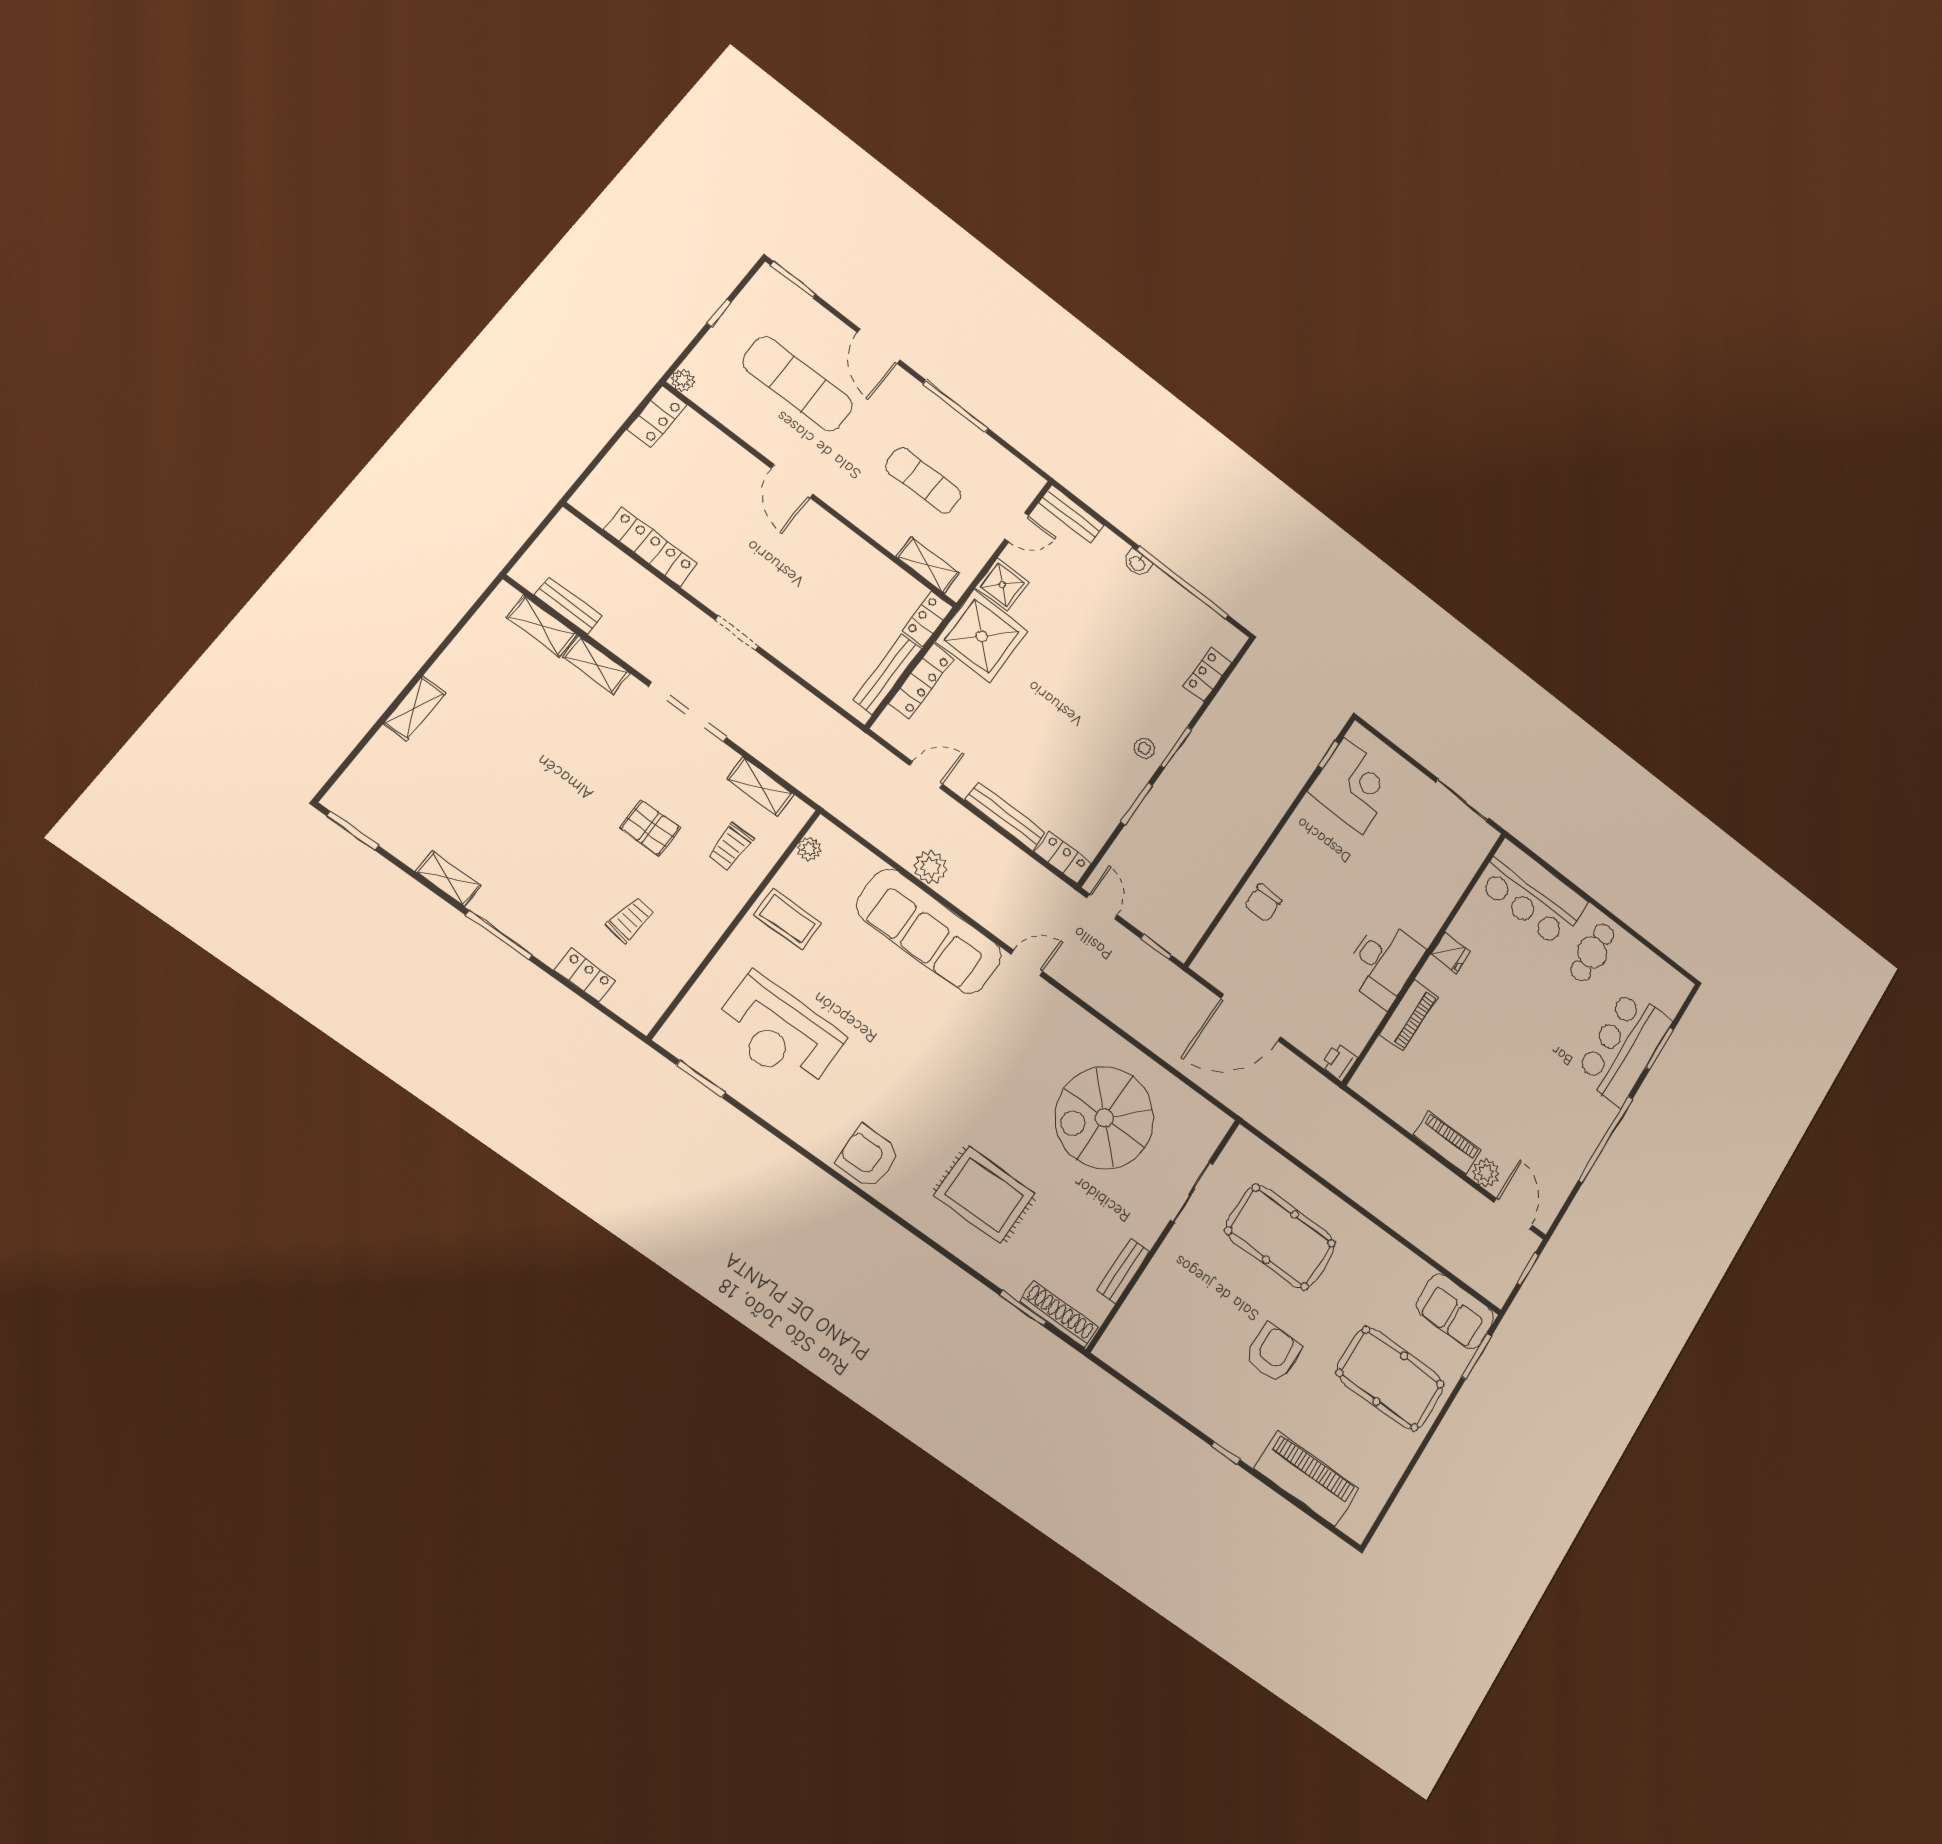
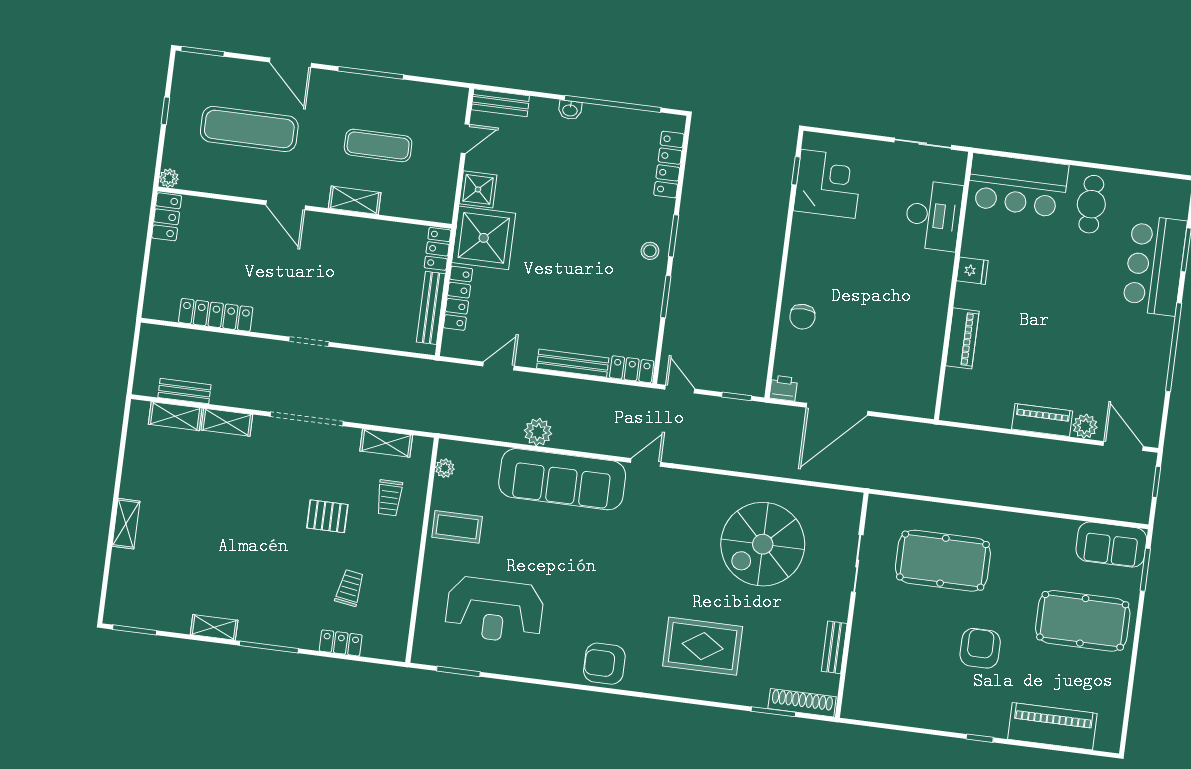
shelving: (928, 565) -> (355, 200), moved
locker: (1208, 675) -> (669, 165), width x1.53
desk: (1384, 962) -> (933, 216), moved
printer: (1339, 1062) -> (783, 388), moved, turned 90

